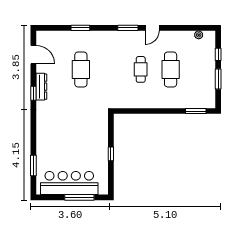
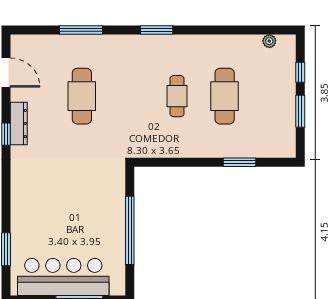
window: (80, 28) -> (81, 30), width x1.44
door: (152, 28) -> (195, 30), removed
window: (196, 111) -> (240, 162), moved
window: (111, 154) -> (130, 230), width x3.17

